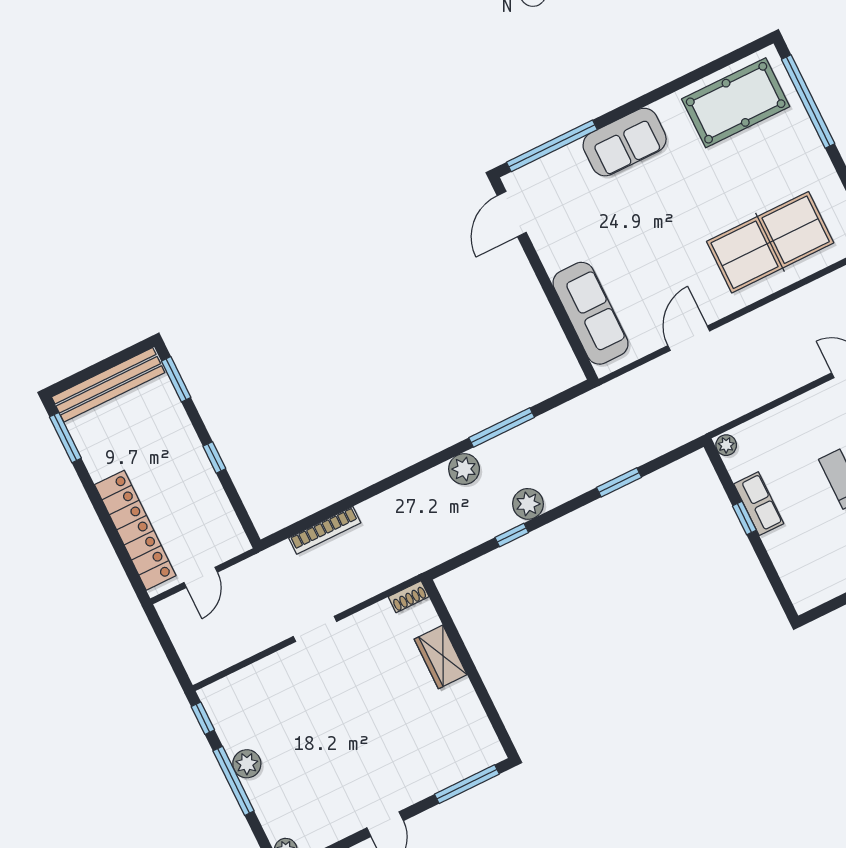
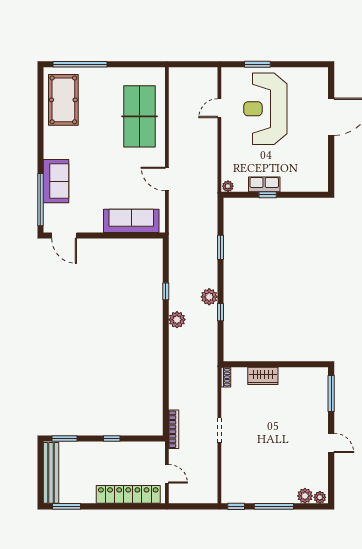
sofa: (625, 142) -> (56, 181), moved
window: (502, 428) -> (166, 291), width x0.46
bookcase: (325, 530) -> (174, 429), moved
plant: (247, 764) -> (305, 496), moved

